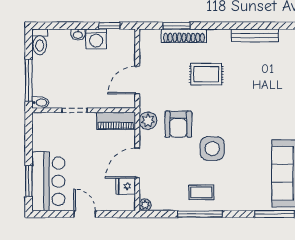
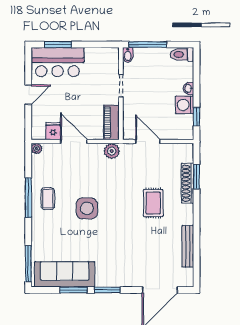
armchair: (178, 124) -> (109, 178), removed

